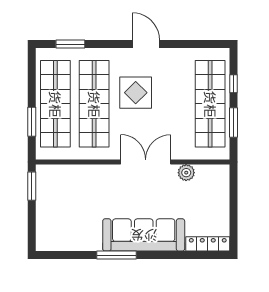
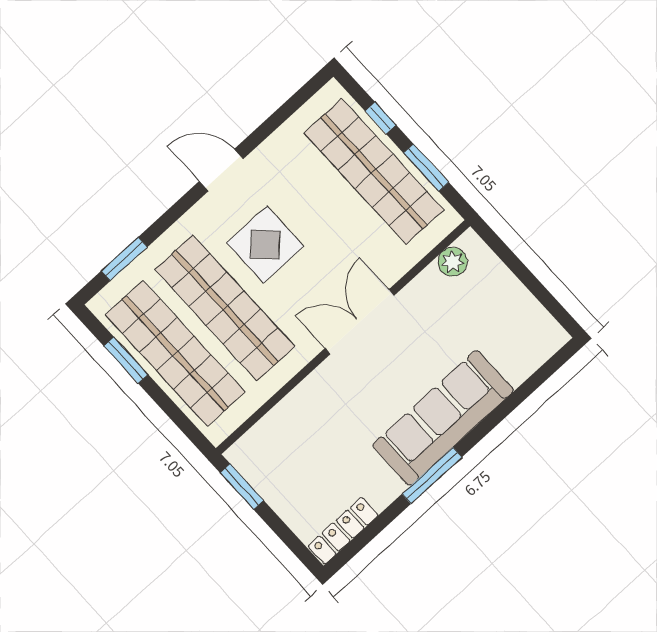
window: (32, 122) -> (126, 360), moved
plant: (186, 173) -> (453, 262), moved
locker: (208, 244) -> (343, 531), moved

